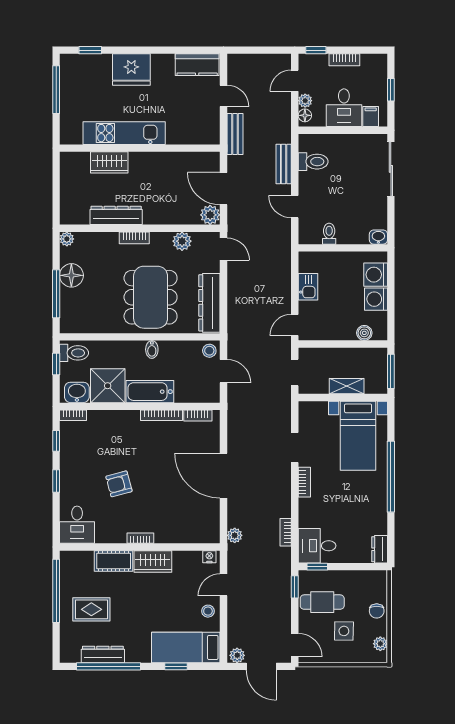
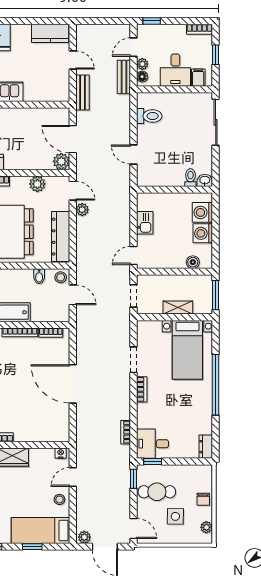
bookcase: (344, 60) -> (200, 29), moved
bench: (284, 164) -> (124, 77), moved
toilet: (329, 234) -> (190, 178), moved
bidet: (152, 349) -> (39, 276), moved
plant: (235, 535) -> (82, 210), moved

